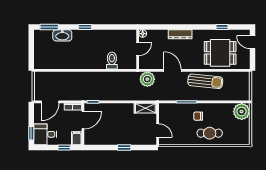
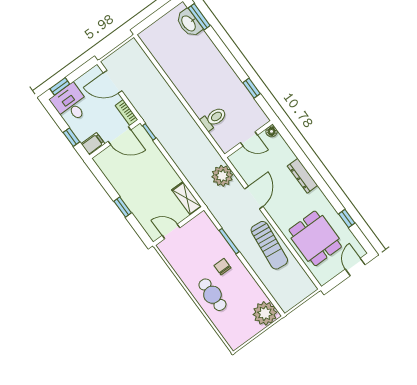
window: (85, 27) -> (252, 88), moved
washbasin: (62, 35) -> (189, 23), moved
door: (158, 130) -> (171, 232), swing flipped

